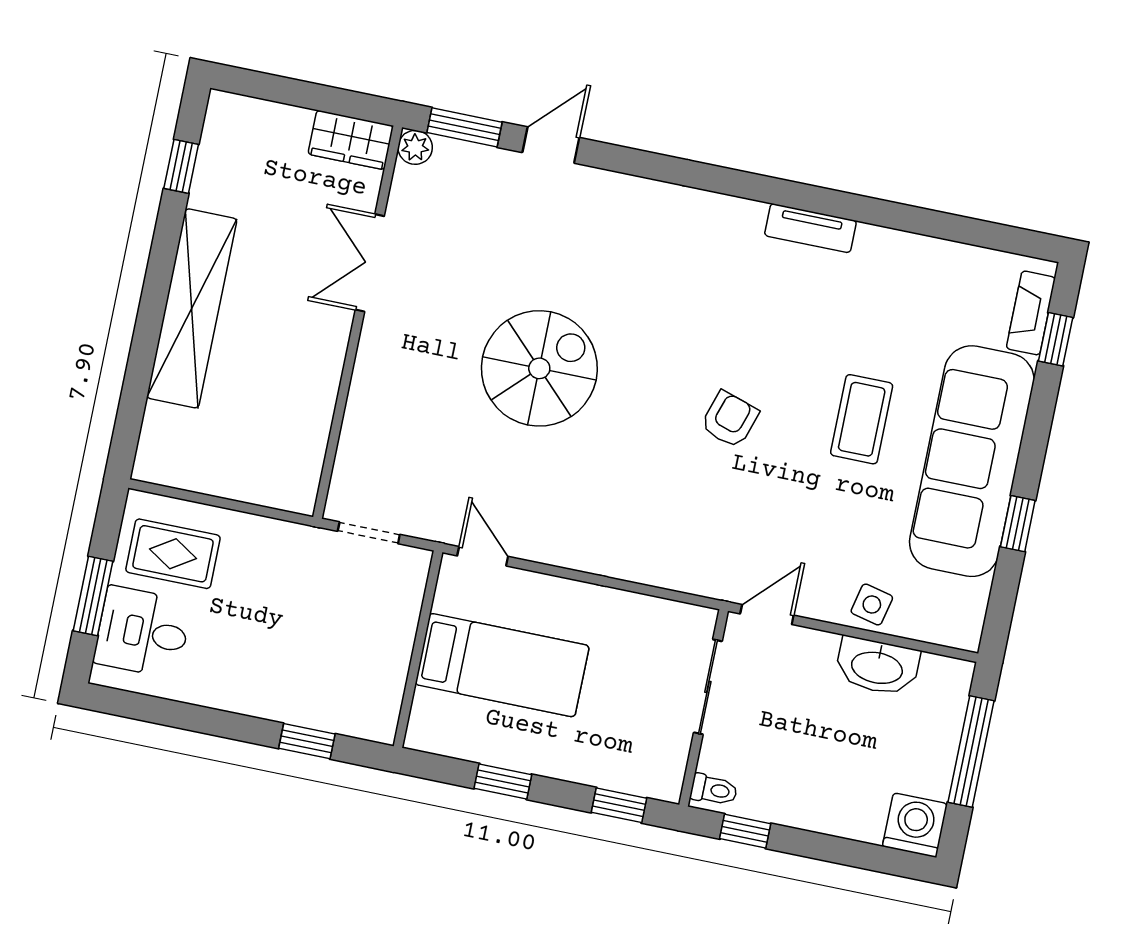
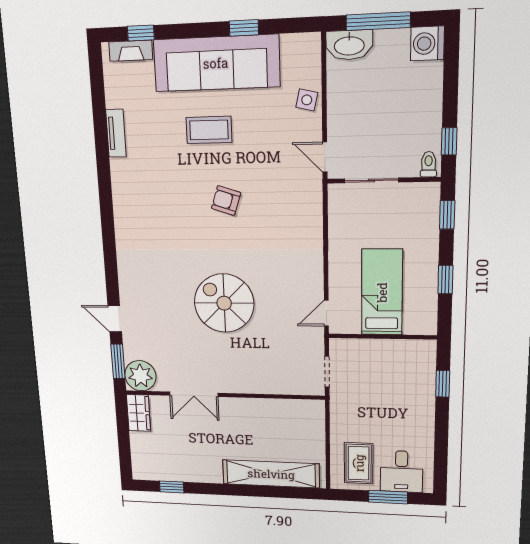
plant: (415, 147) -> (140, 376), width x1.88, depth x1.88
tv unit: (810, 228) -> (116, 133), moved
shelving: (192, 308) -> (271, 474), moved
washbasin: (877, 666) -> (349, 45), moved, turned 90

